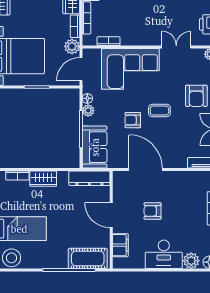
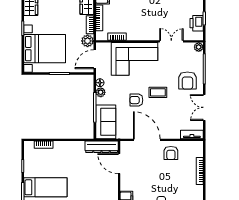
wardrobe: (43, 179) -> (64, 147), removed
armchair: (153, 211) -> (171, 153), moved, turned -90
door: (111, 215) -> (119, 164), moved

